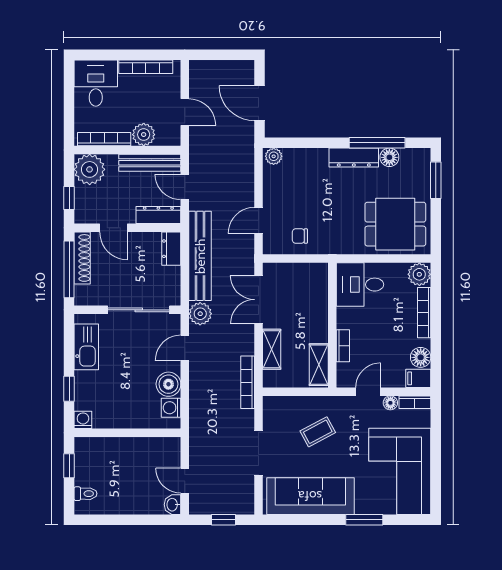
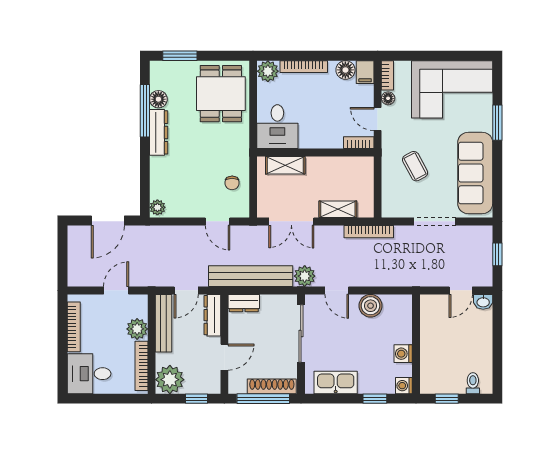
shoe rack: (82, 258) -> (272, 386), moved
bookcase: (343, 346) -> (359, 143), moved
shelving: (319, 365) -> (285, 165), moved
washing machine: (171, 408) -> (403, 354), moved, turned 90

